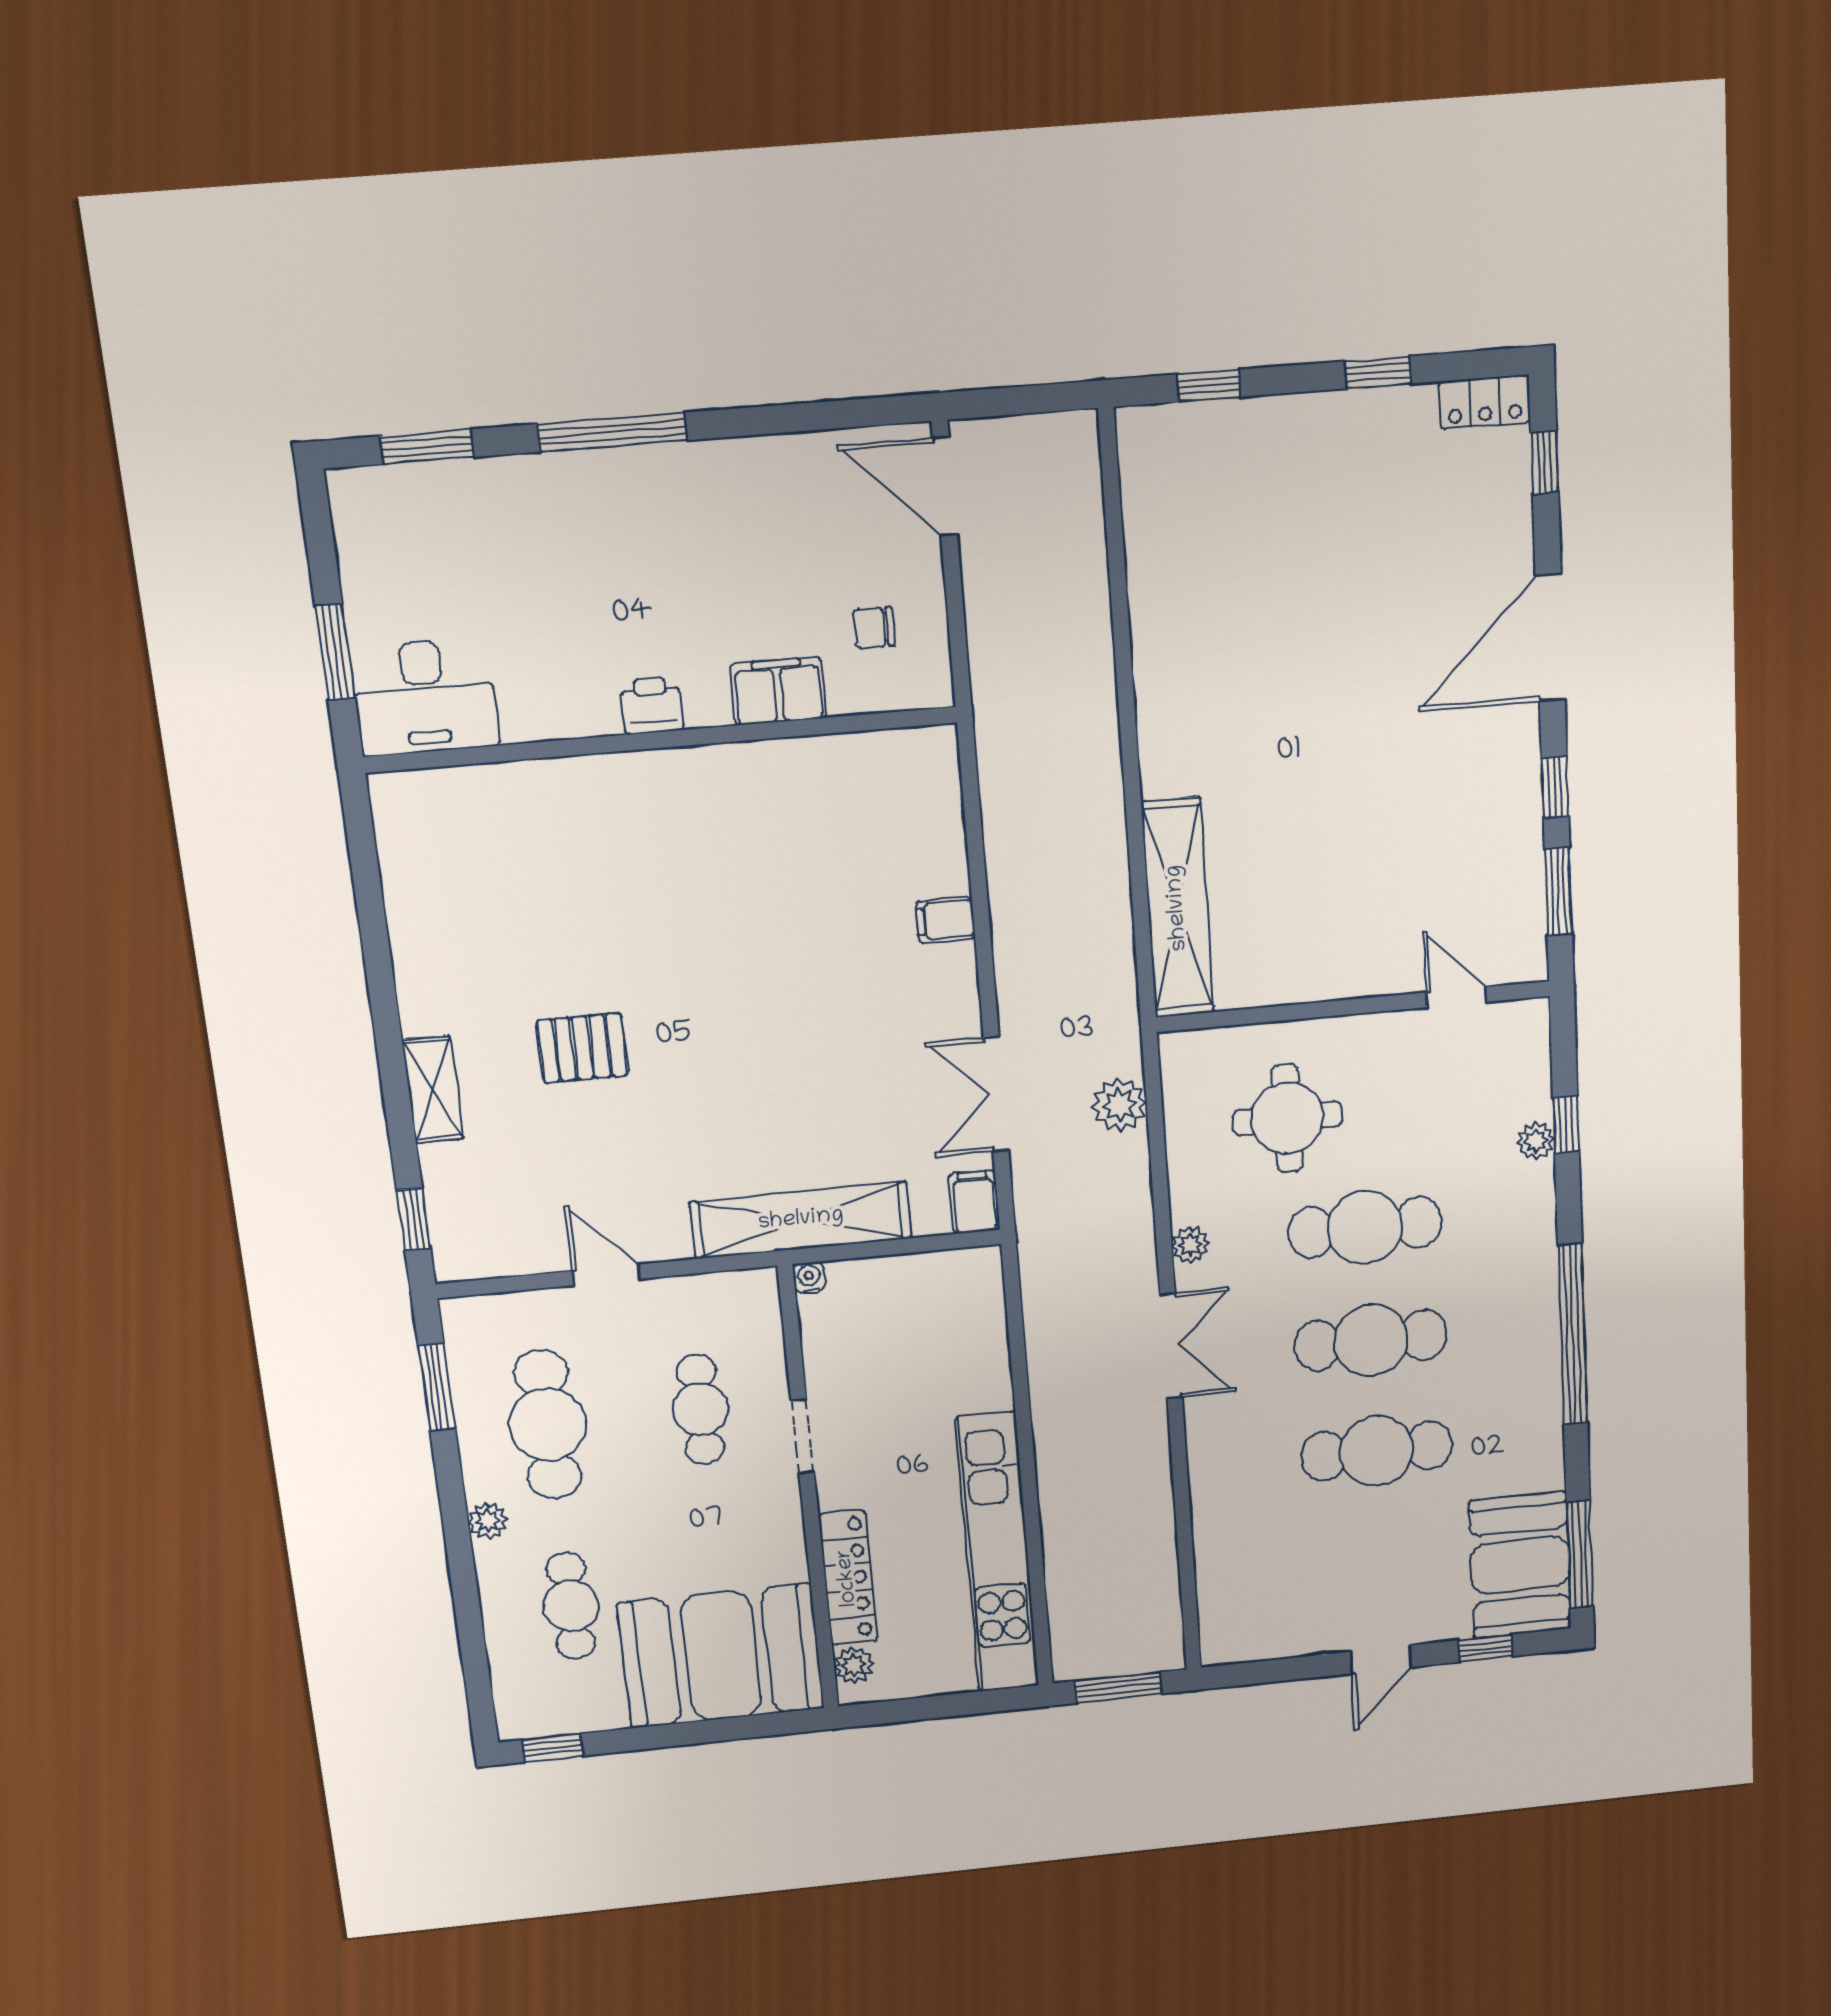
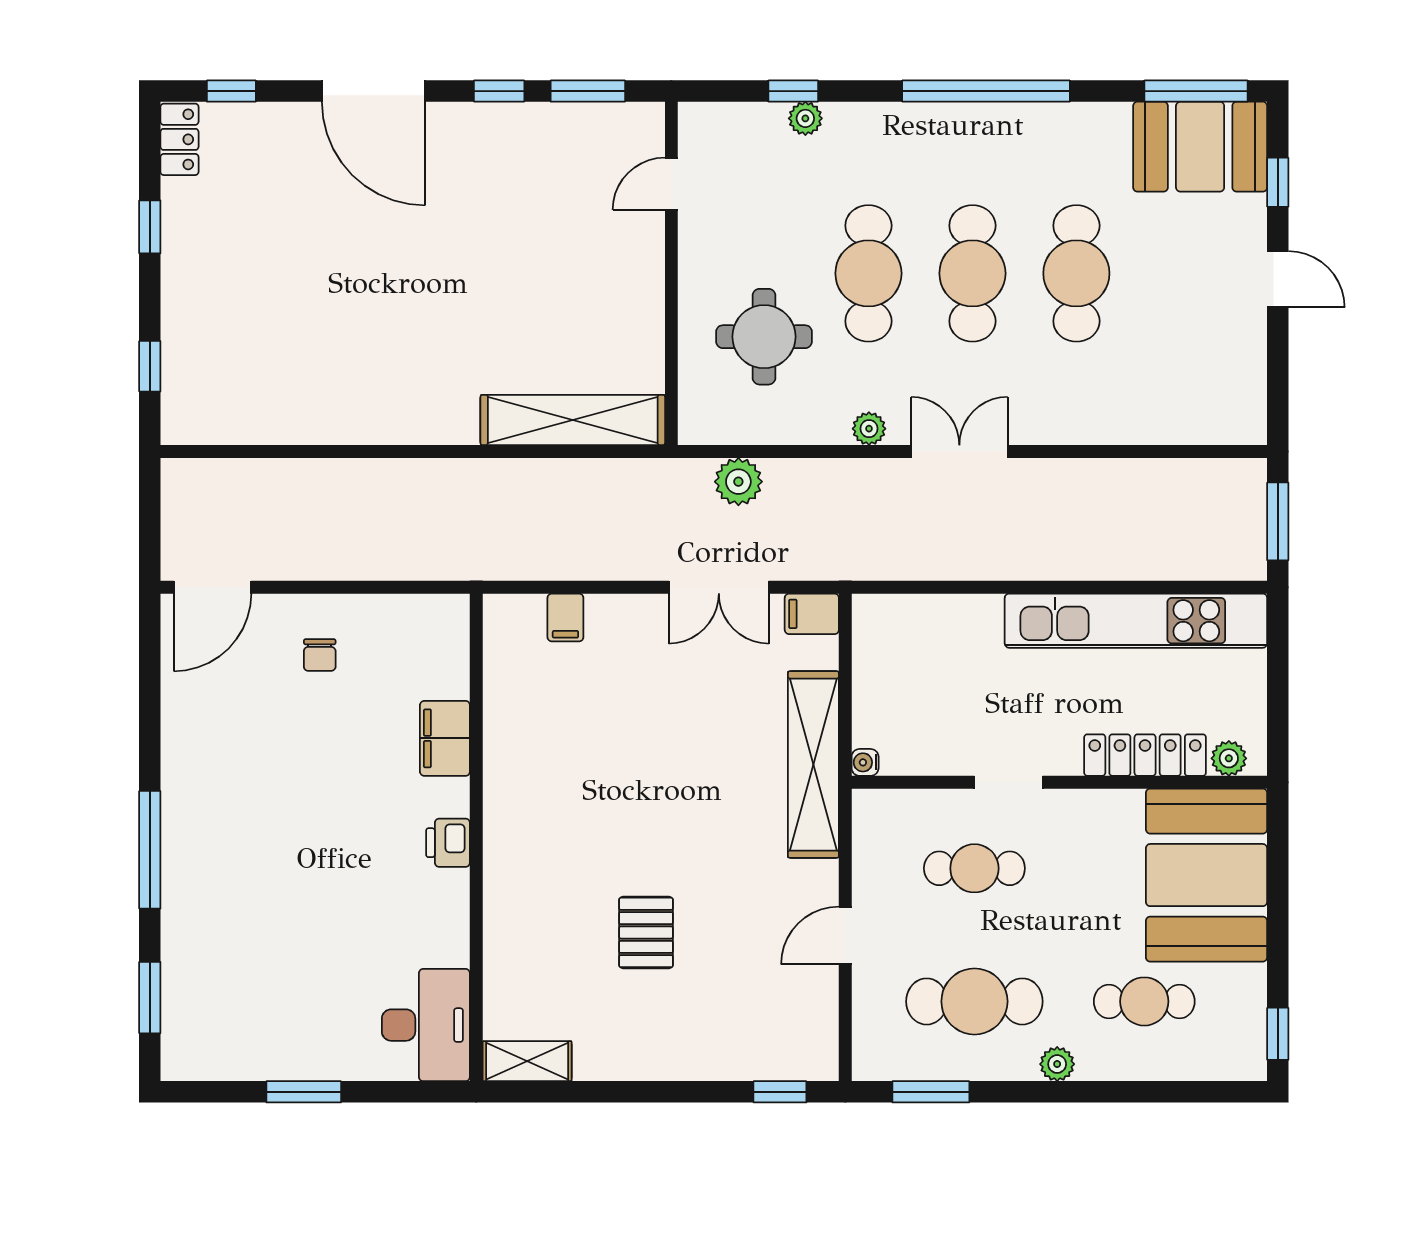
filing cabinet: (778, 691) -> (445, 738), moved
desk: (425, 697) -> (426, 1025), moved
printer: (652, 706) -> (448, 843), moved
wall: (662, 740) -> (476, 837), moved
shelving: (433, 1089) -> (527, 1061), moved

